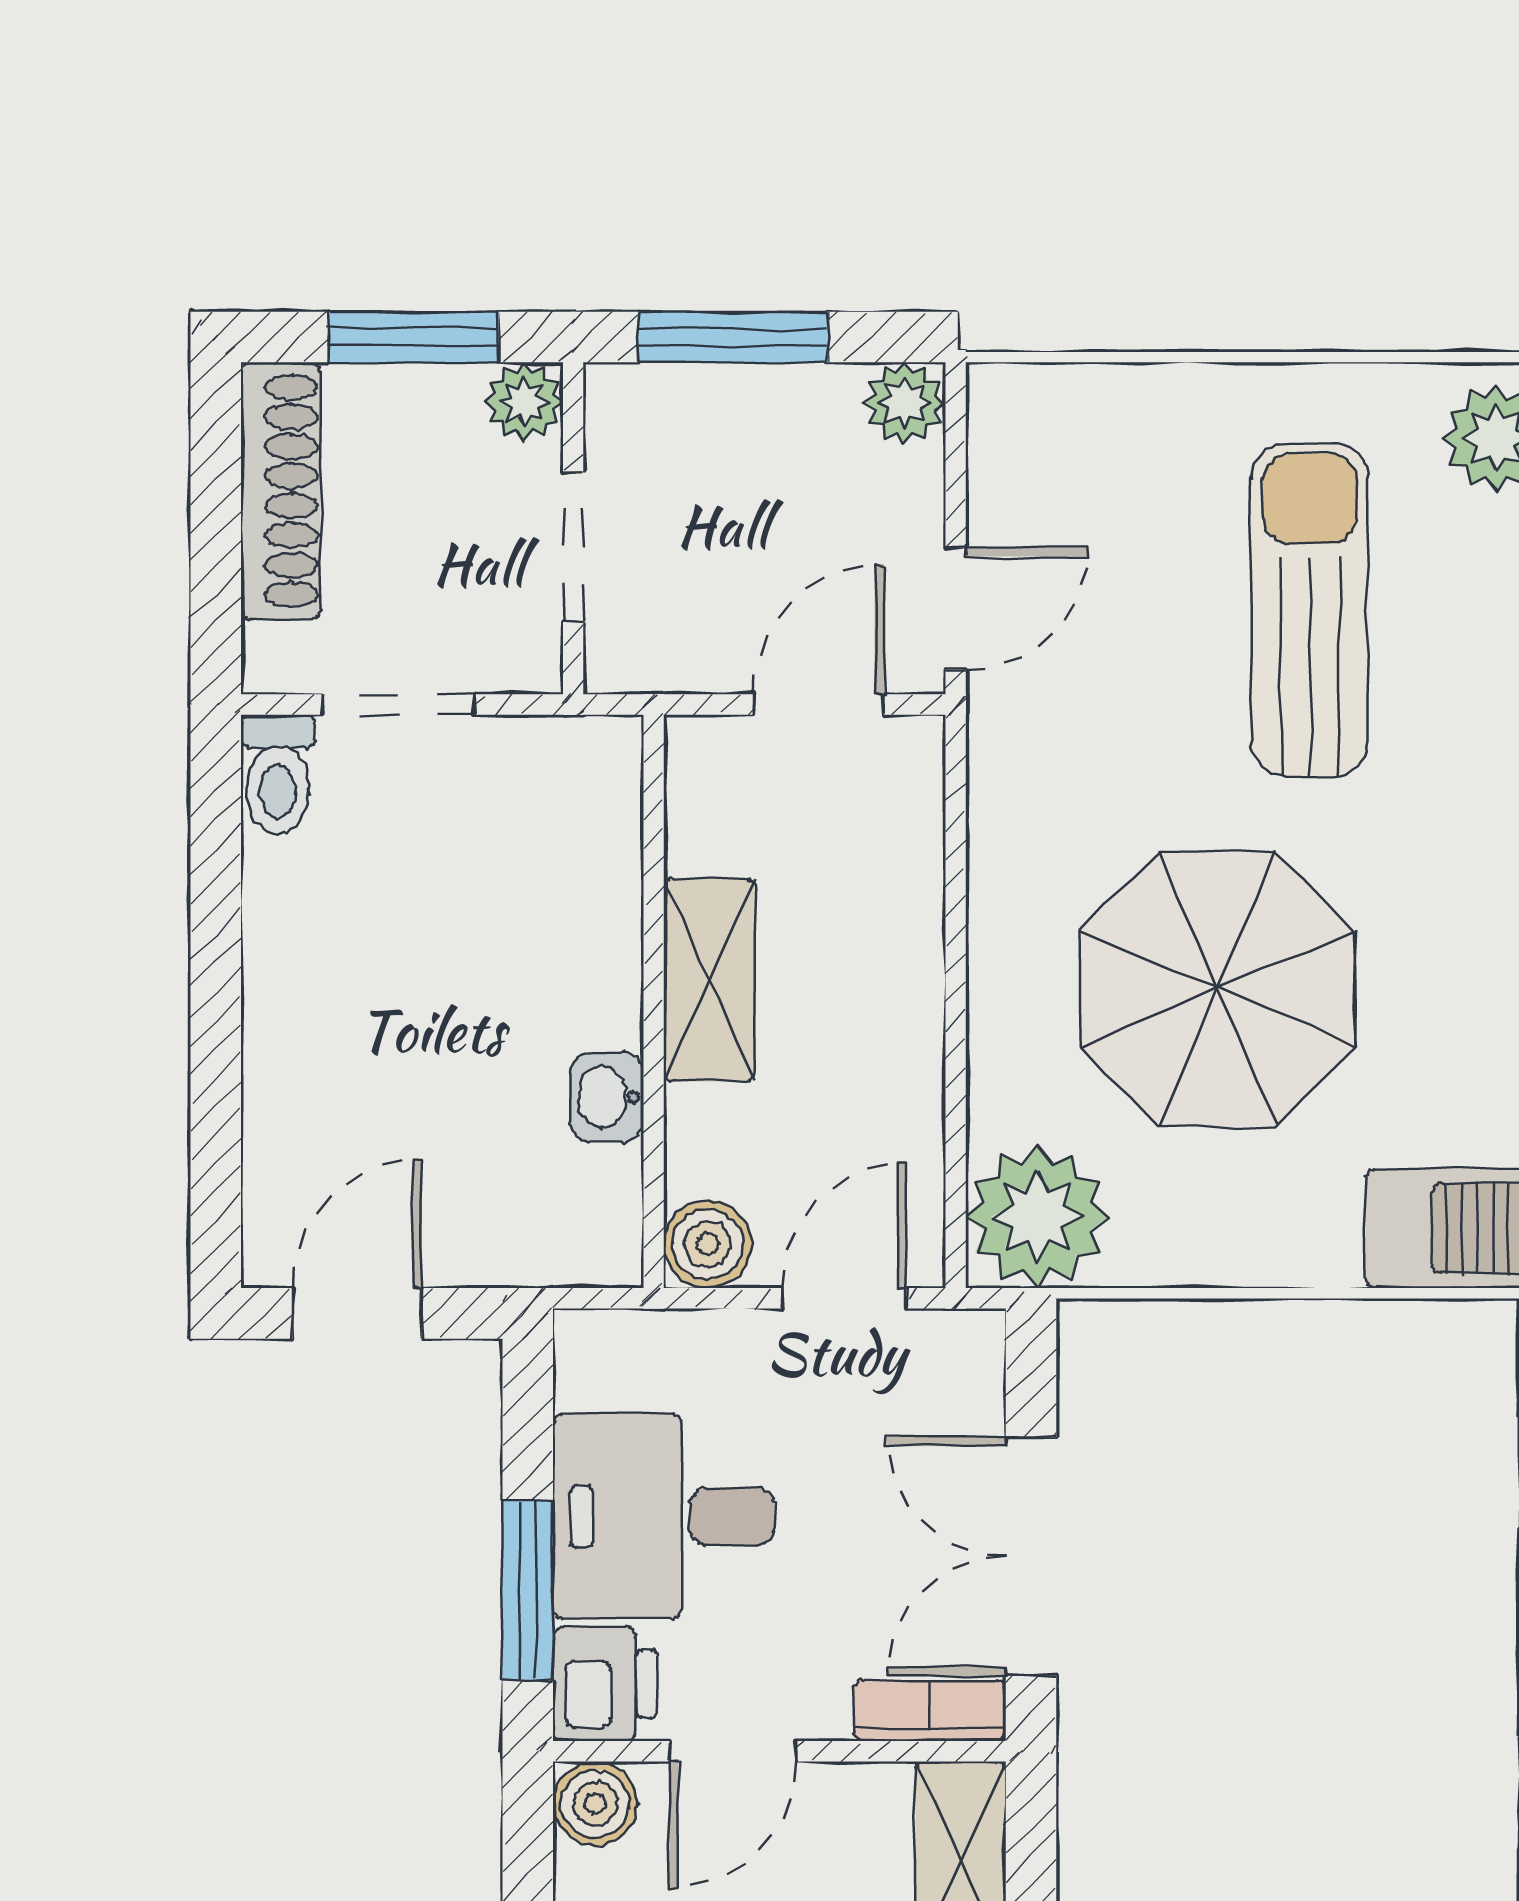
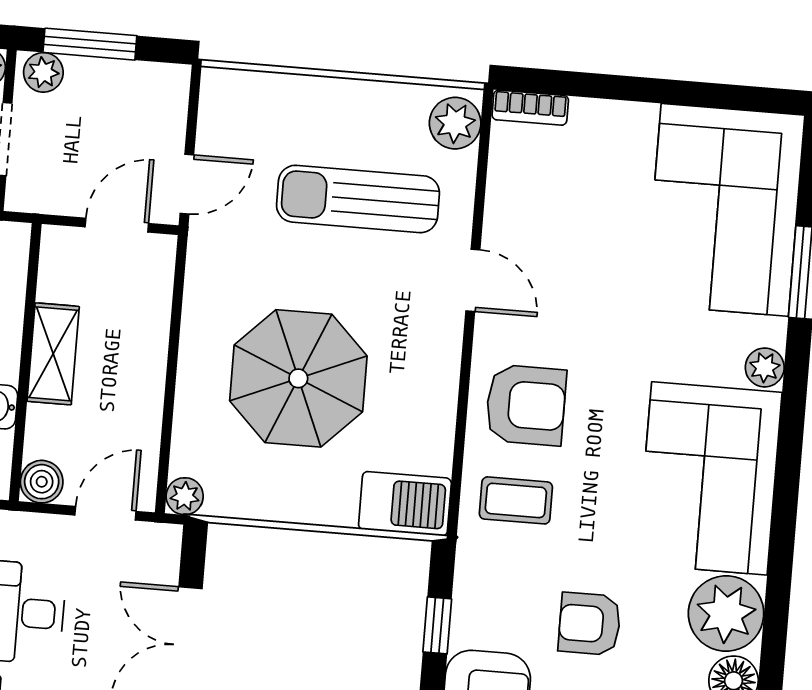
plant: (905, 403) -> (43, 72), moved
sun lounger: (1310, 610) -> (358, 199), turned -90
plant: (1037, 1217) -> (185, 496), width x0.53, depth x0.53

